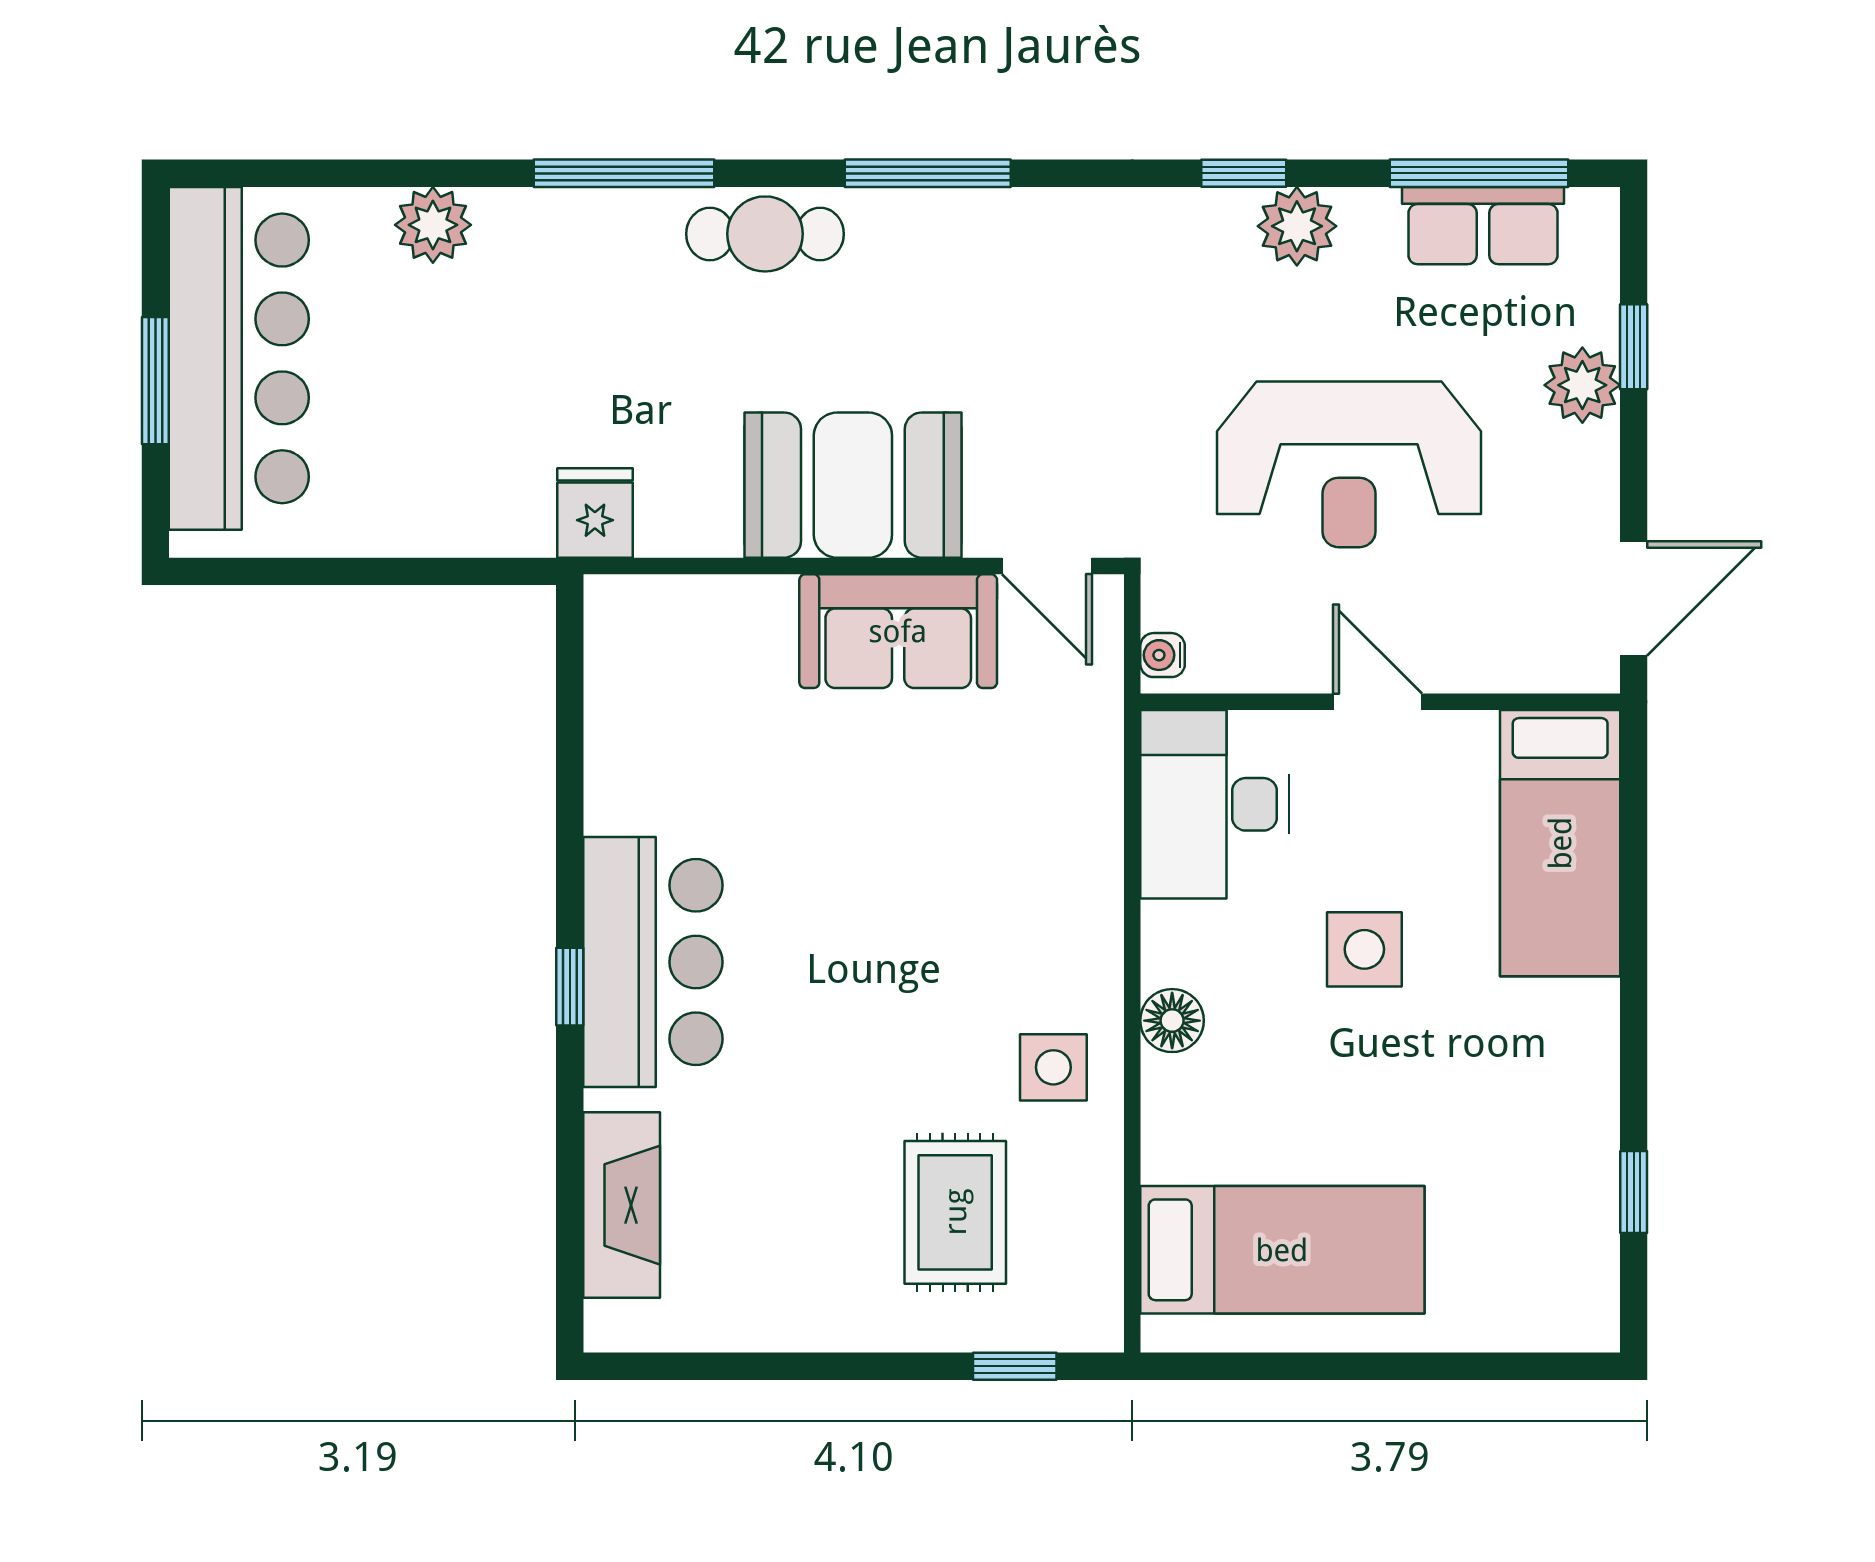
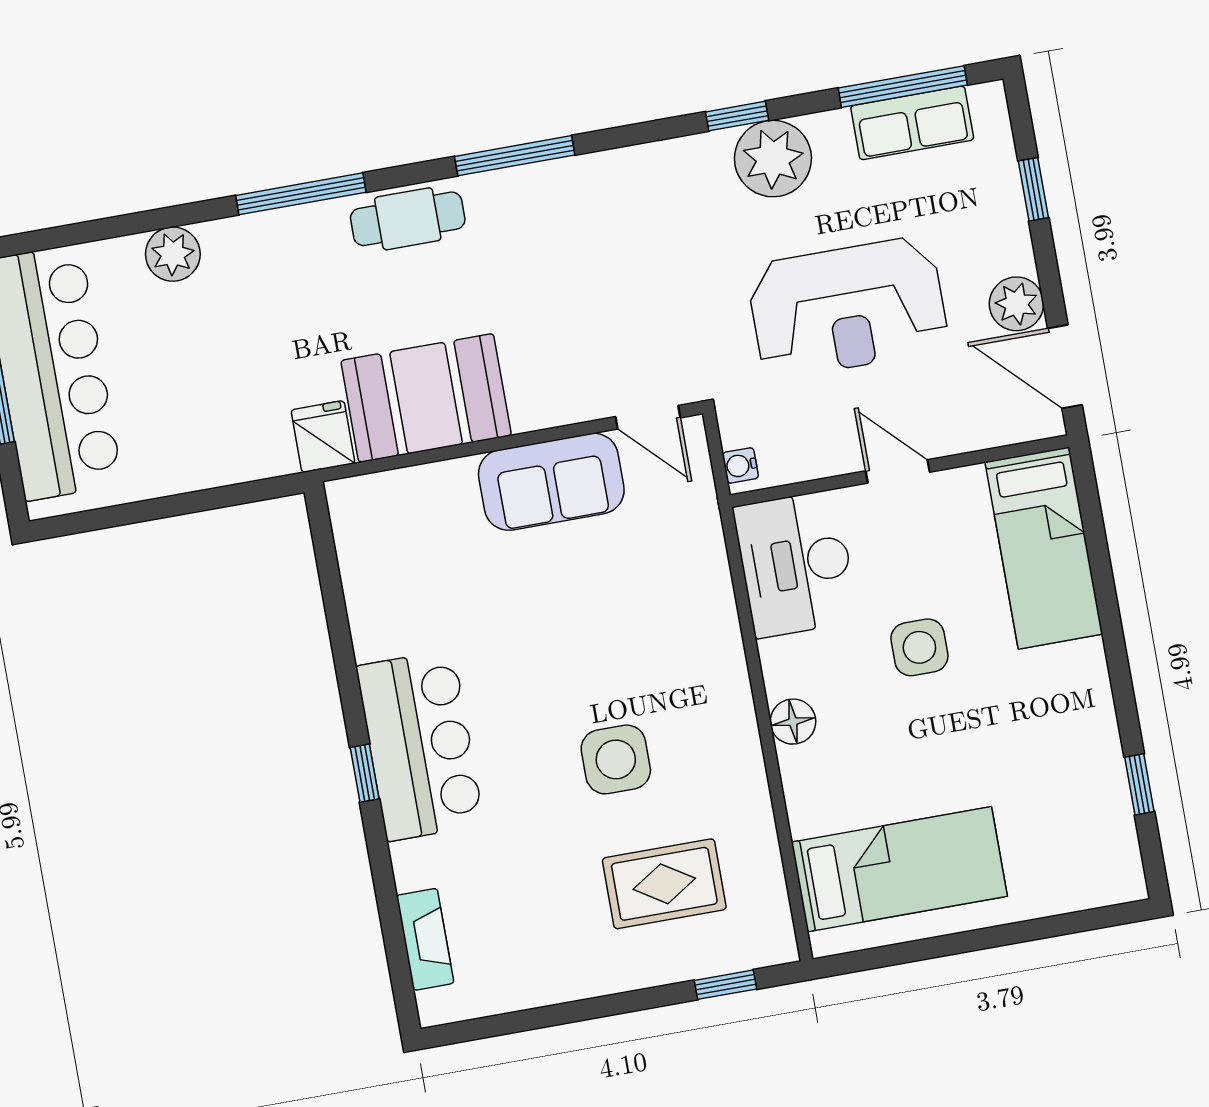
plant: (1297, 226) -> (773, 159), width x1.36, depth x1.36
plant: (1582, 385) -> (1016, 304), moved
booth: (853, 485) -> (426, 398), moved
door: (1634, 599) -> (1065, 367), swing flipped
side table: (1053, 1067) -> (616, 759), moved, width x1.37, depth x1.37
fireplace: (622, 1205) -> (425, 939), width x0.73, depth x0.76
rug: (955, 1212) -> (664, 884), turned 90

